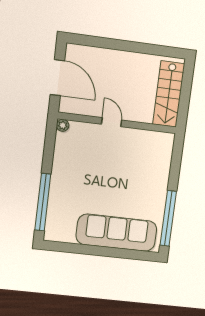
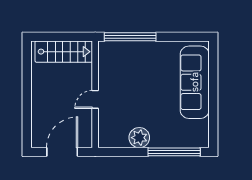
plant: (63, 125) -> (139, 138), moved, width x1.88, depth x1.88
window: (168, 218) -> (130, 37), moved

